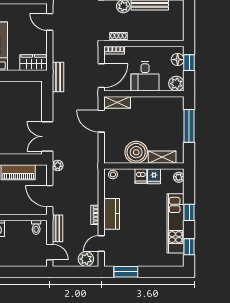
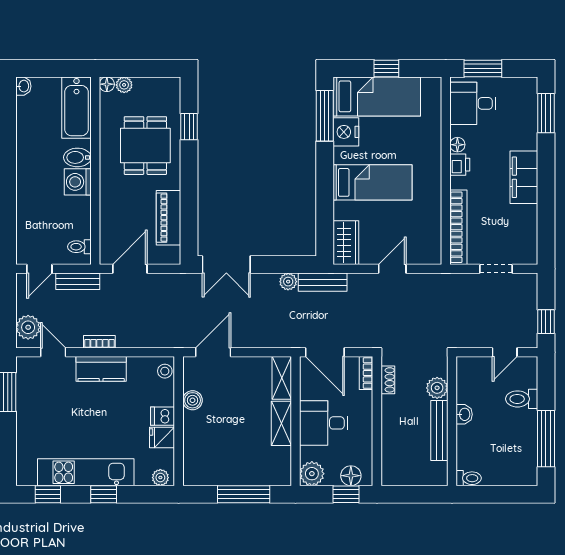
door: (50, 22) -> (392, 269), moved
door: (101, 121) -> (213, 352), moved
double door: (47, 137) -> (226, 265), swing flipped
boiler: (136, 152) -> (193, 400), width x0.54, depth x0.54
shelving: (162, 157) -> (281, 423), moved
plant: (58, 165) -> (288, 282), moved

